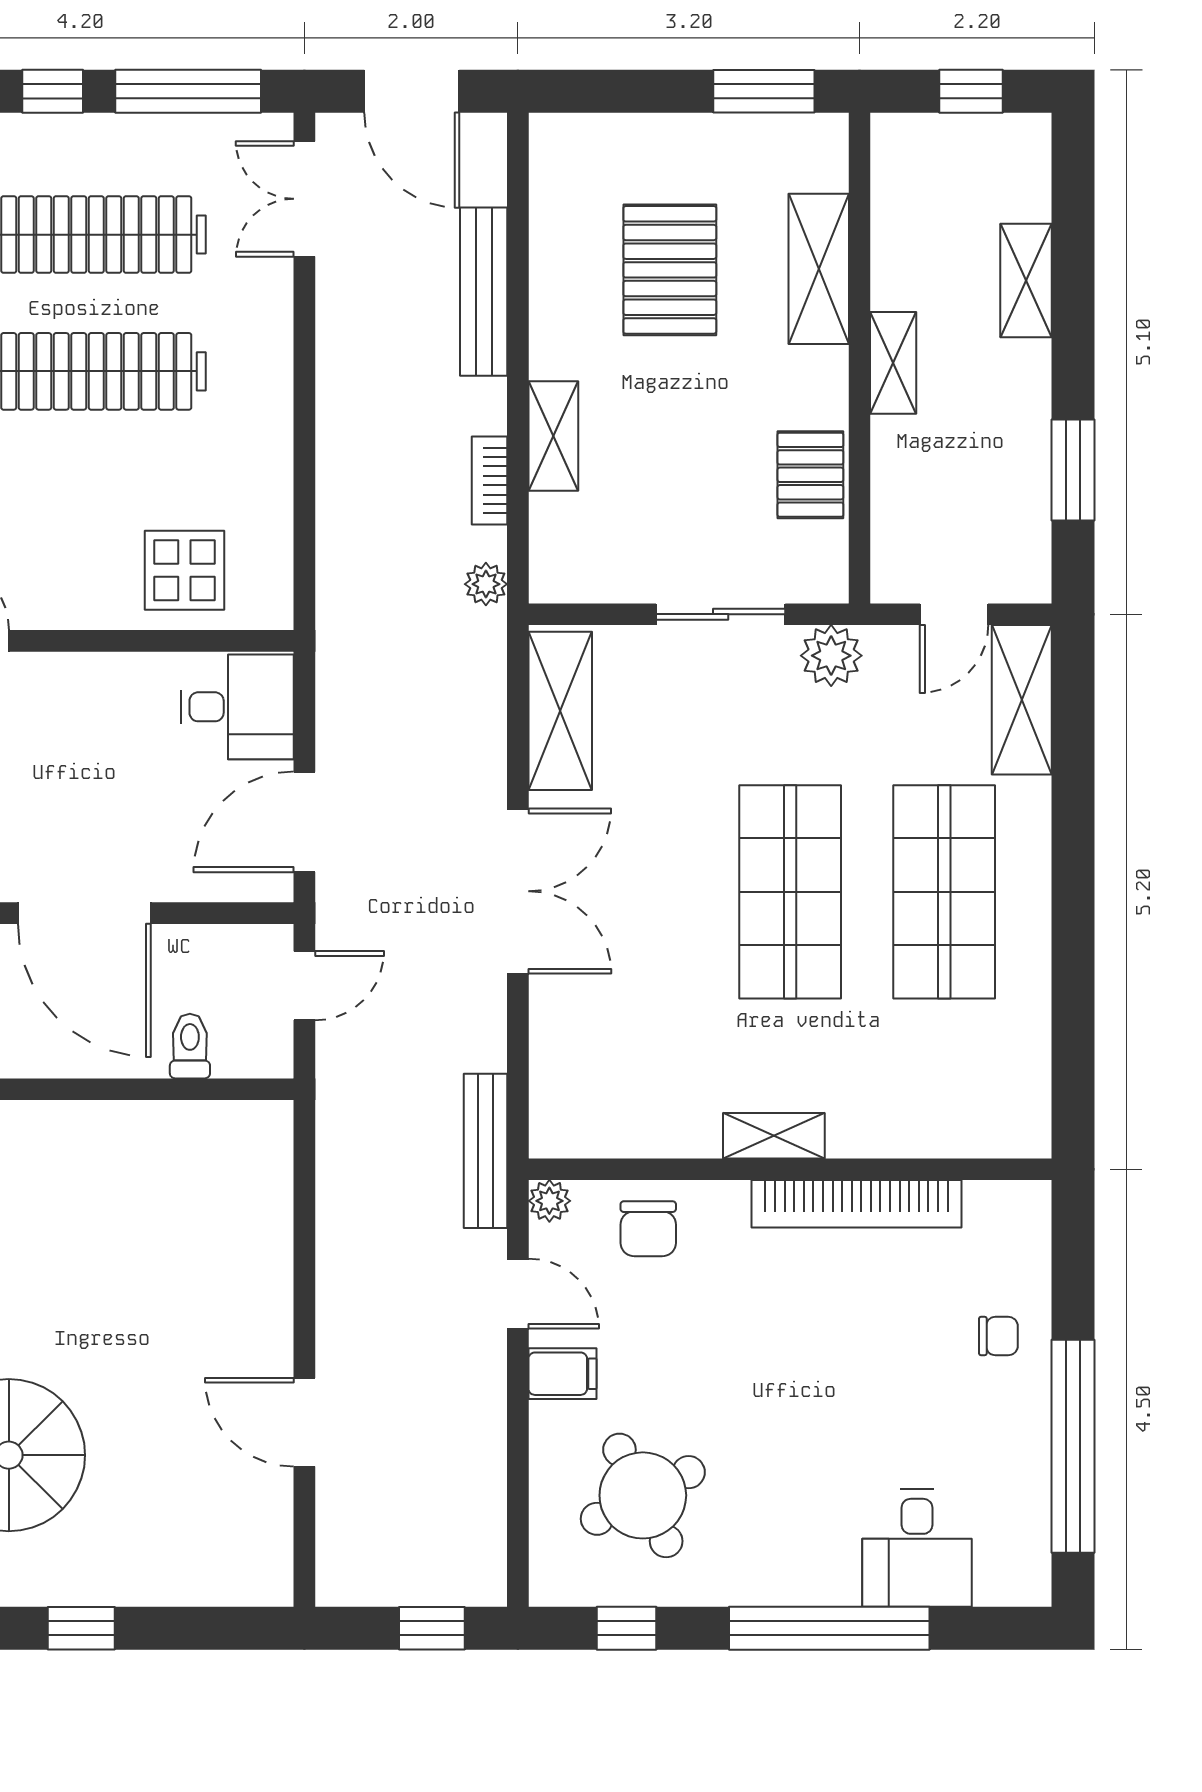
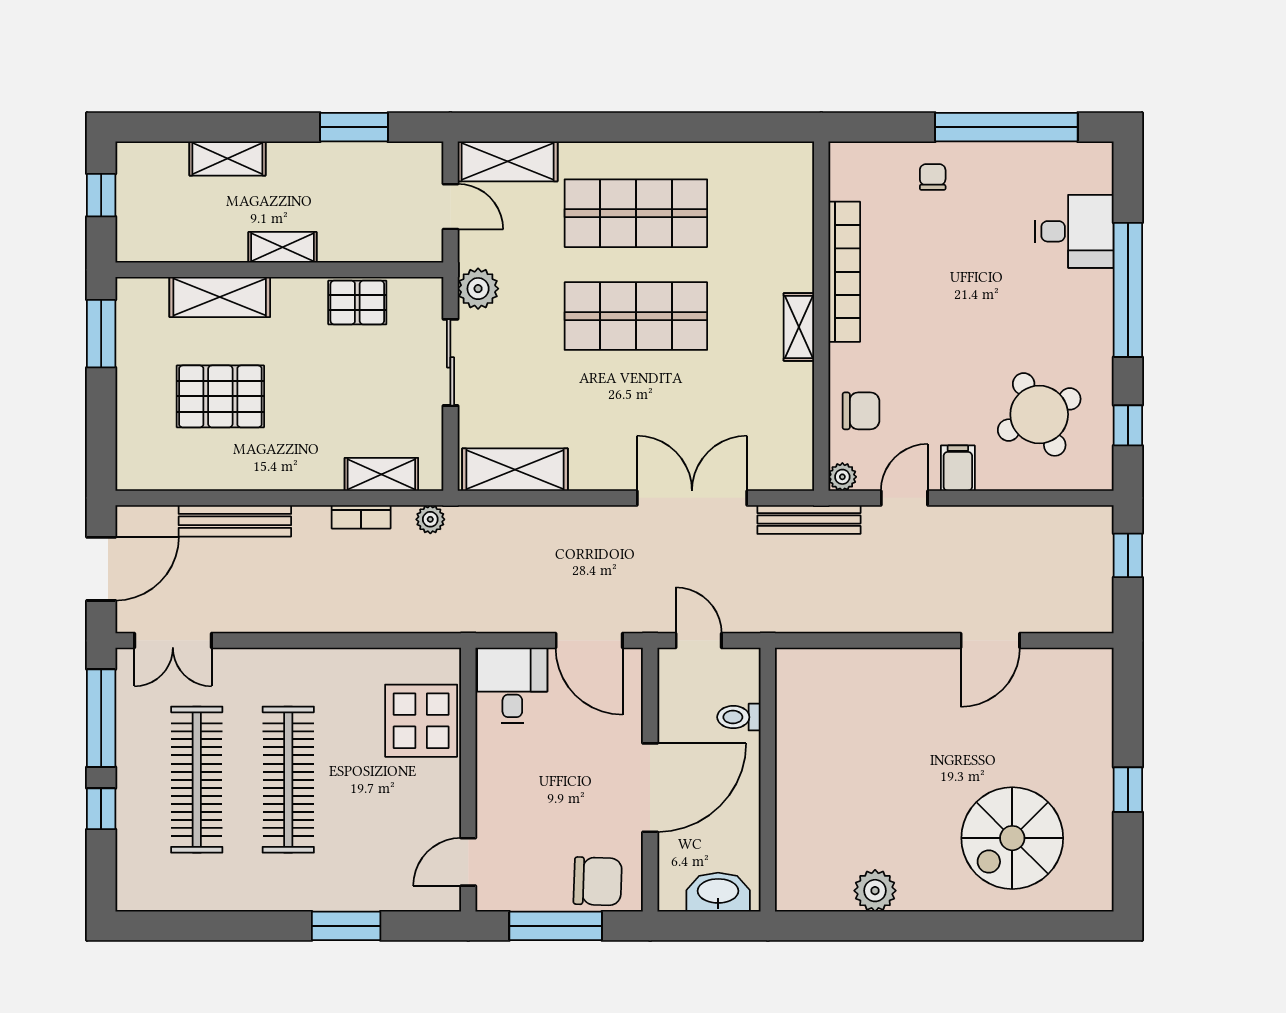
shelving: (553, 436) -> (381, 474), moved
display table: (184, 570) -> (421, 721), width x1.36, depth x1.36
double door: (518, 891) -> (692, 498), moved

